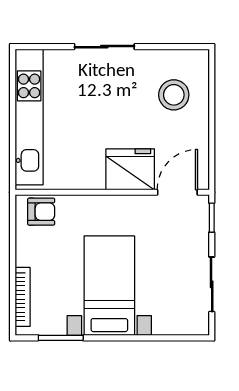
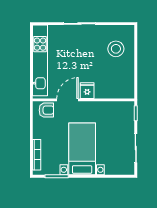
fridge: (130, 169) -> (87, 91), width x0.53, depth x0.75
door: (177, 192) -> (67, 100), moved

